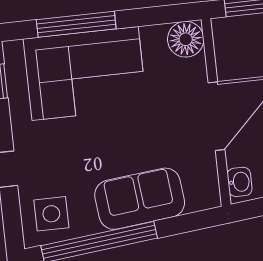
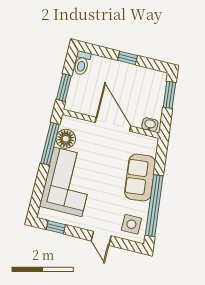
window: (76, 24) -> (50, 144), moved
floor lamp: (186, 39) -> (66, 139), moved

